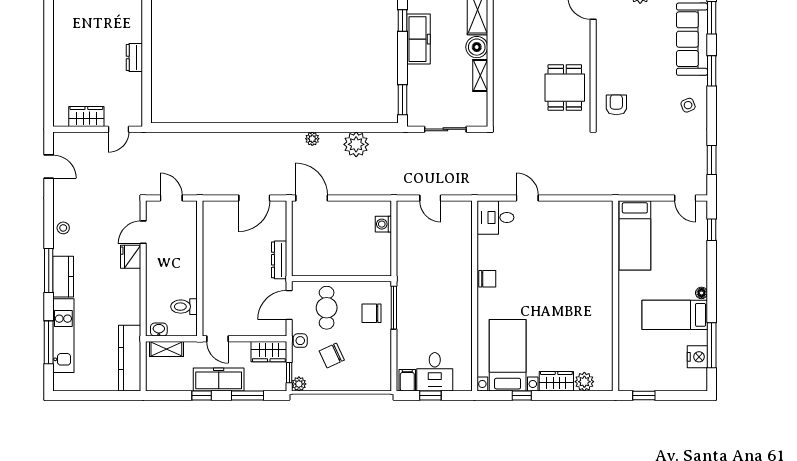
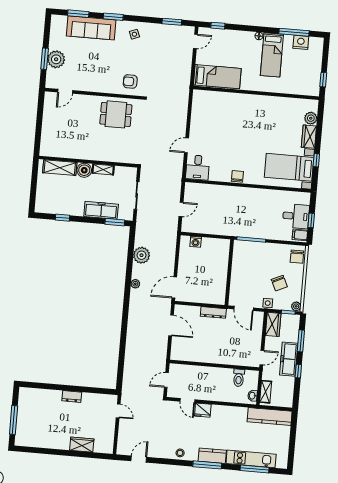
freezer: (418, 39) -> (101, 210), moved
wardrobe: (86, 116) -> (82, 445), moved, turned 90
cafe table: (327, 308) -> (248, 284), removed
chair: (371, 313) -> (297, 257), moved

